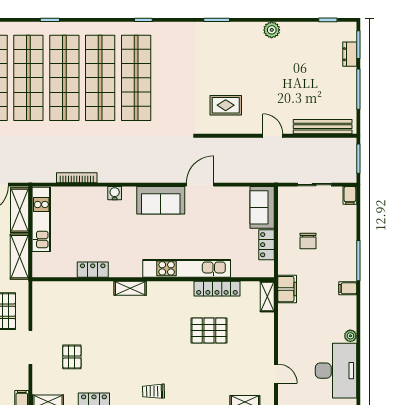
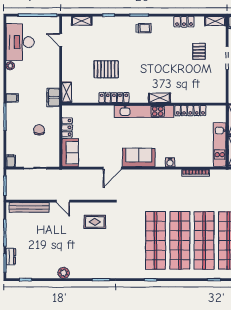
kitchen unit: (187, 268) -> (144, 111), moved
locker: (93, 270) -> (190, 111), width x1.53
locker: (217, 289) -> (114, 98), moved

